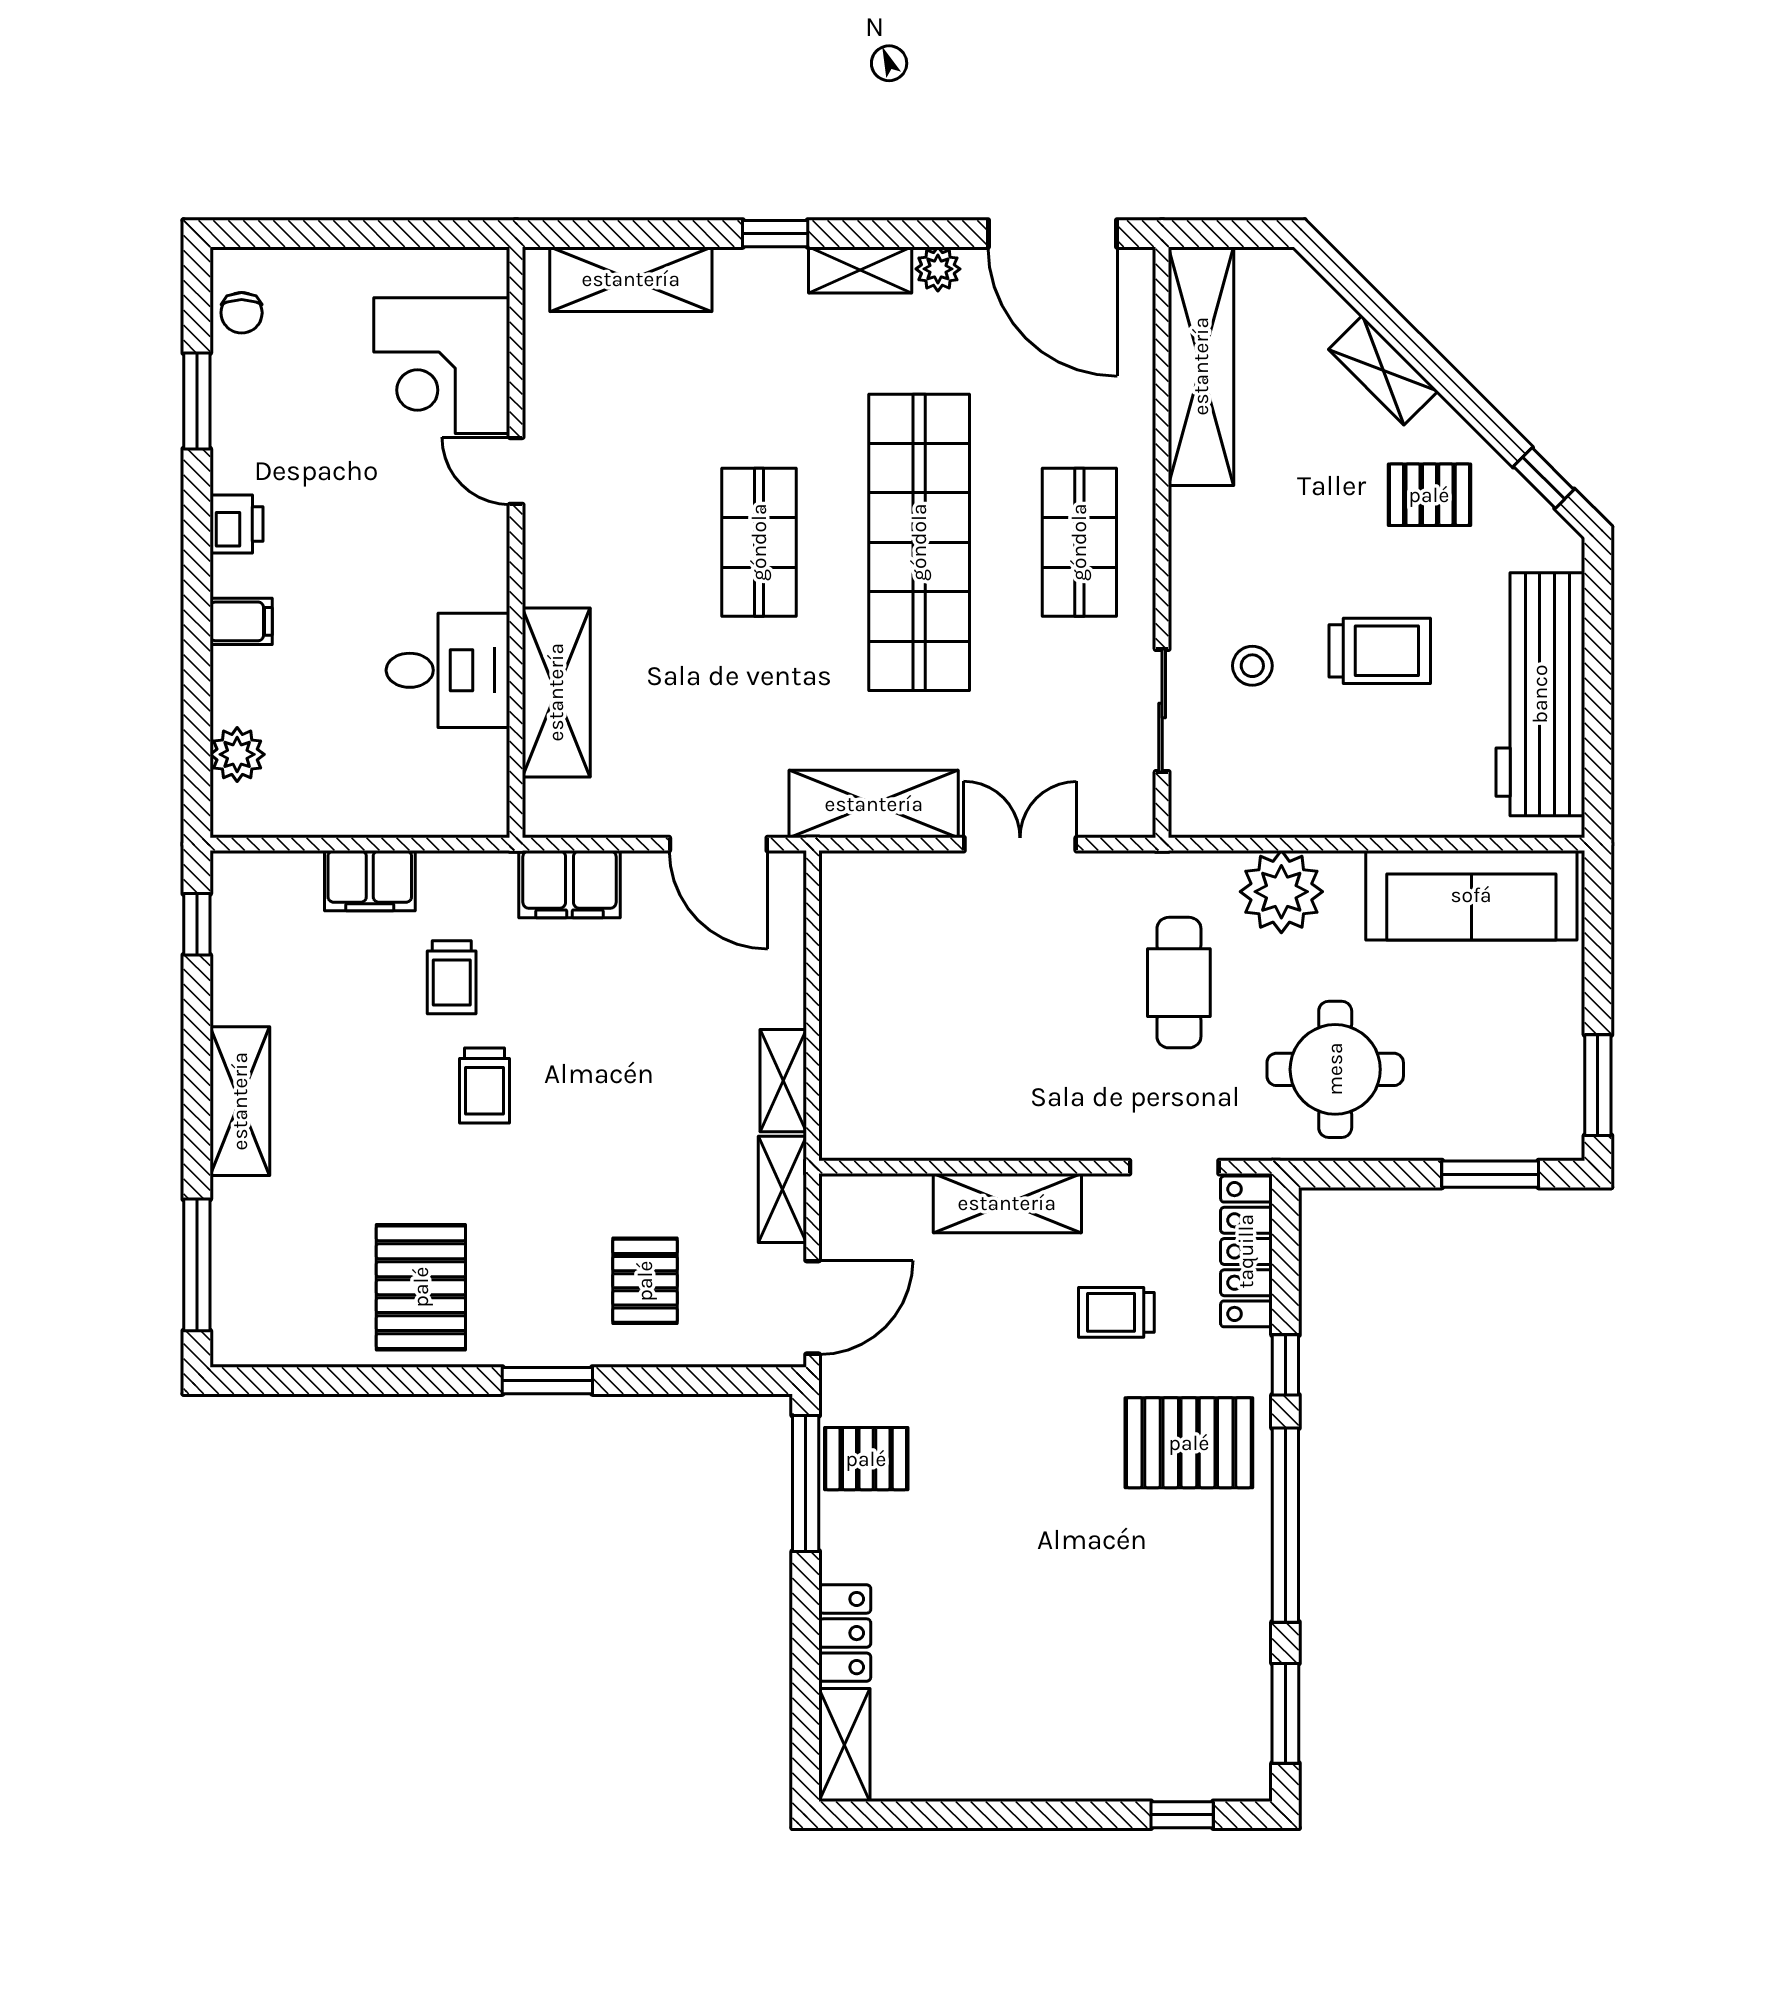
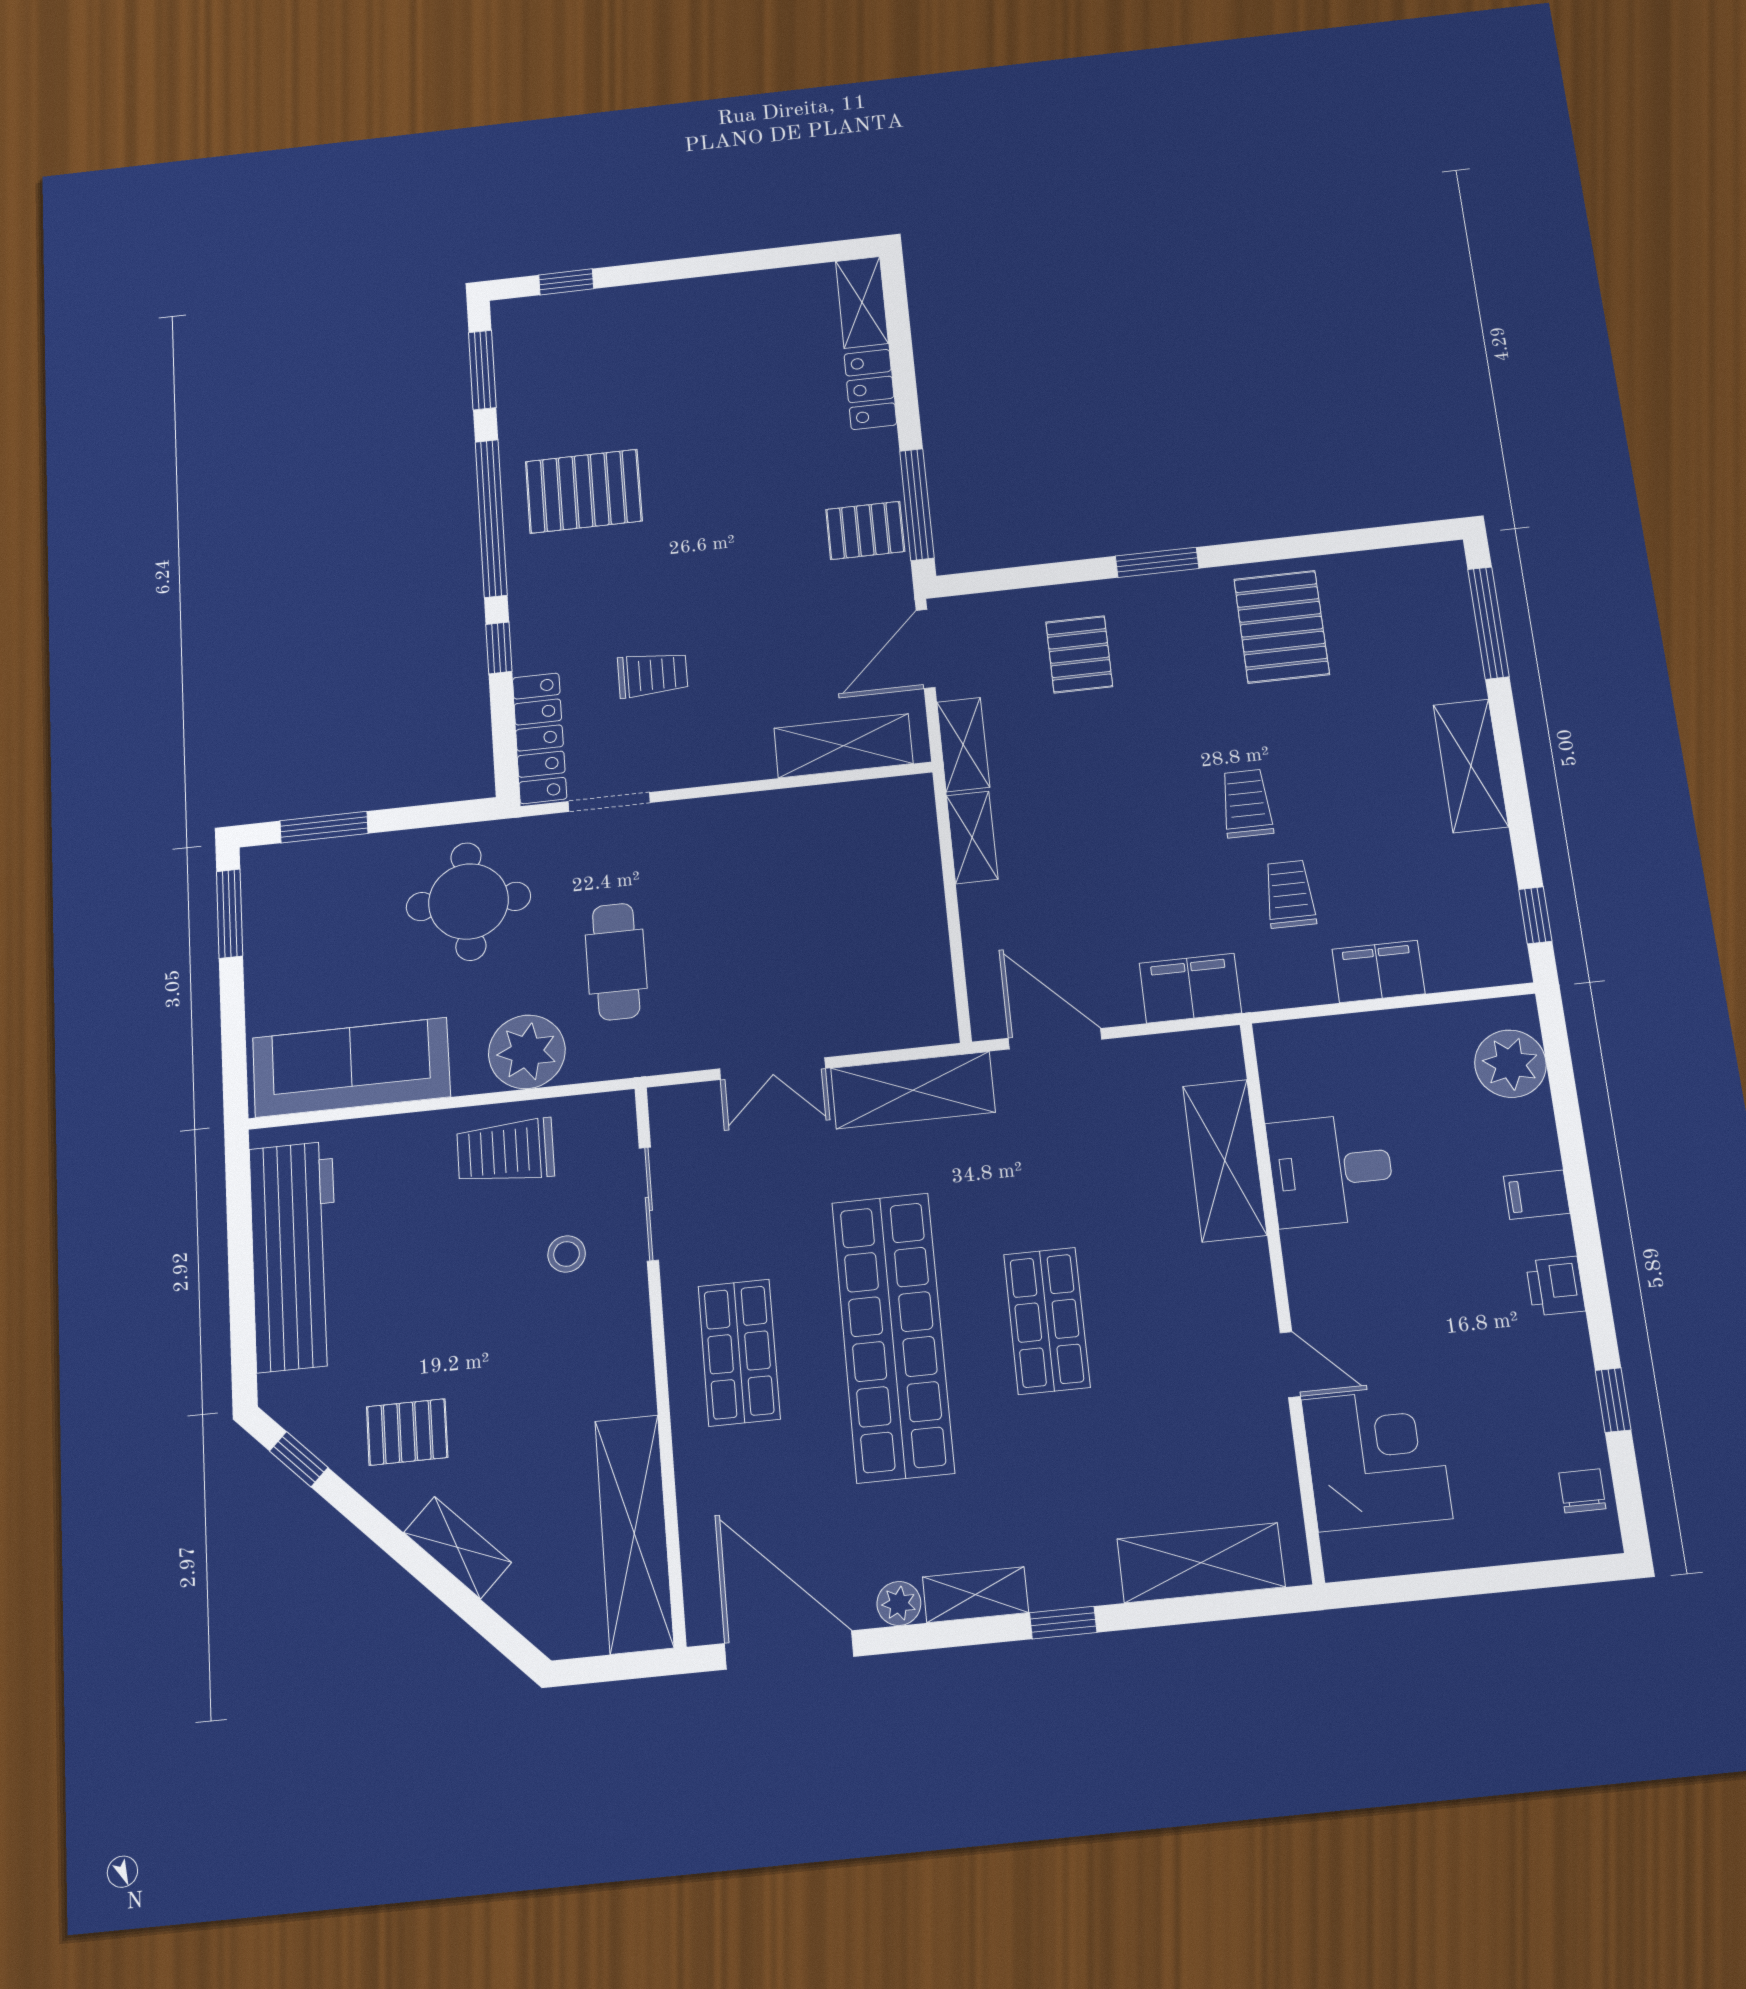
window: (197, 401) -> (1613, 1400), width x0.67
trolley: (1380, 651) -> (506, 1151), moved
plant: (237, 754) -> (1510, 1064), width x1.36, depth x1.36
shelving: (1007, 1203) -> (843, 746), moved
pallet: (1189, 1443) -> (584, 491), moved

